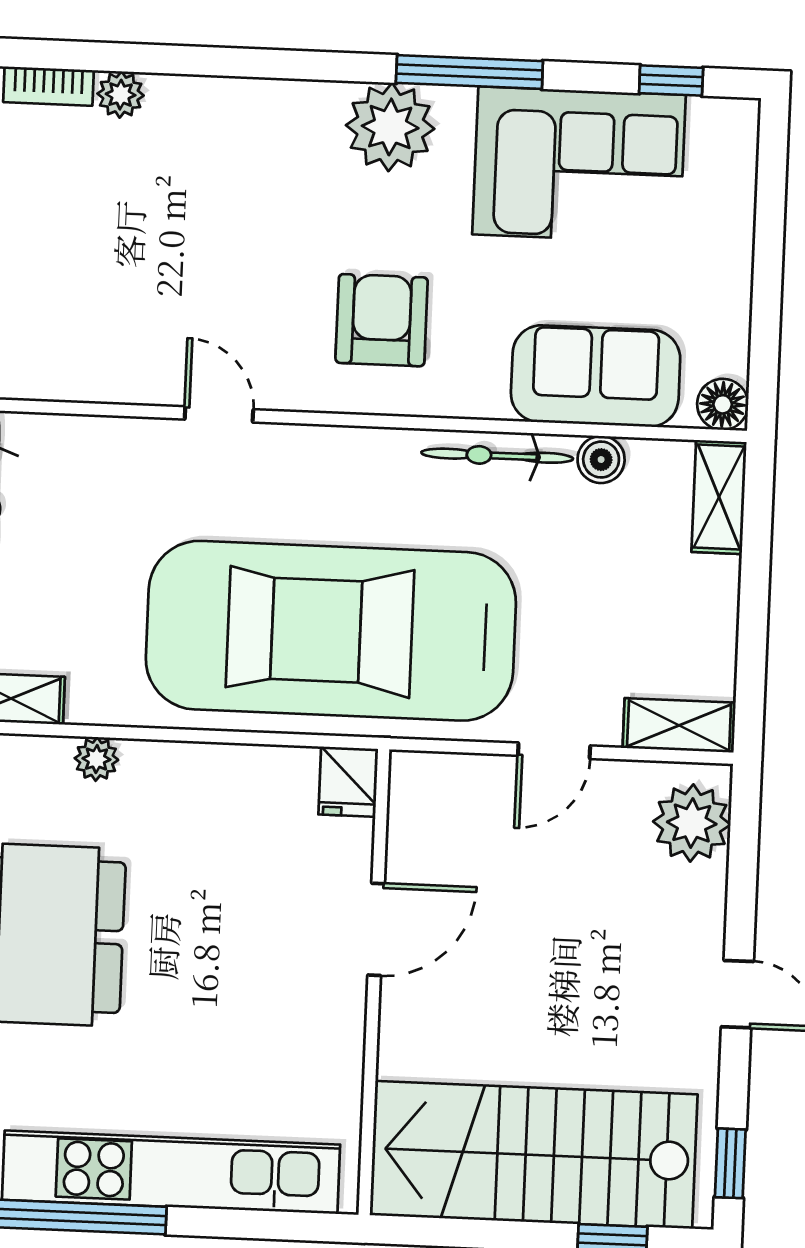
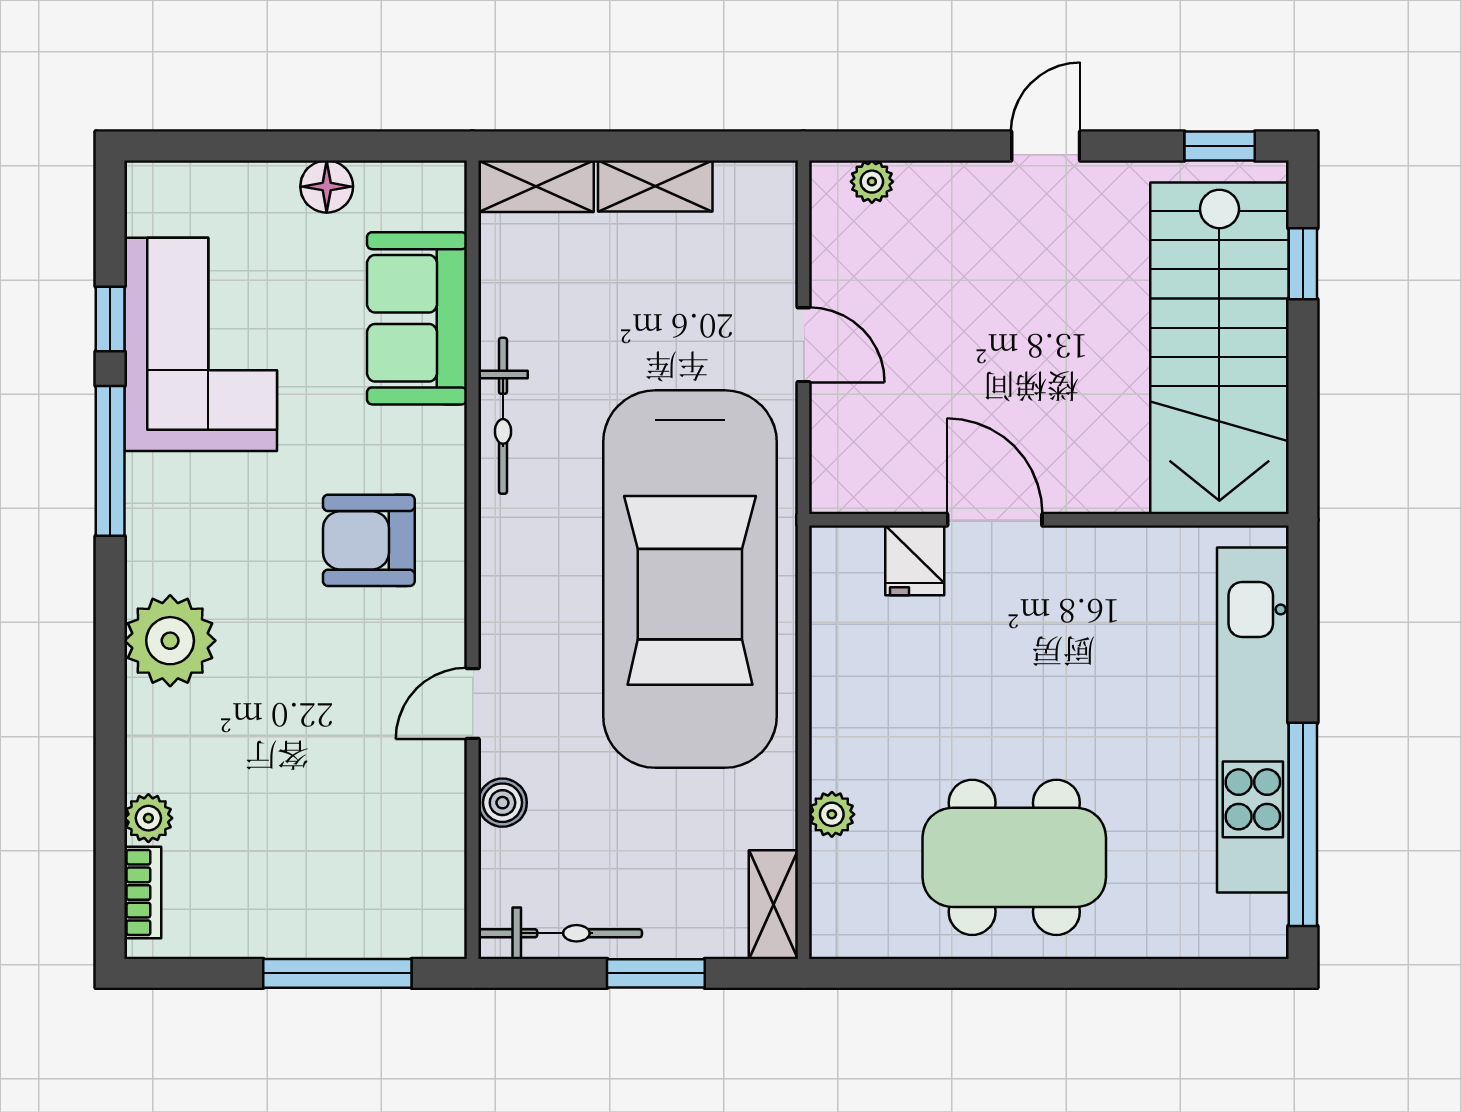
window: (671, 80) -> (110, 319), moved
plant: (390, 127) -> (170, 641), moved
floor lamp: (723, 404) -> (327, 187), moved
boiler: (601, 460) -> (502, 803), moved
shelving: (679, 725) -> (655, 186), moved, turned 90
fridge: (348, 782) -> (915, 560), moved, turned 90
plant: (692, 823) -> (872, 182), width x0.53, depth x0.53

